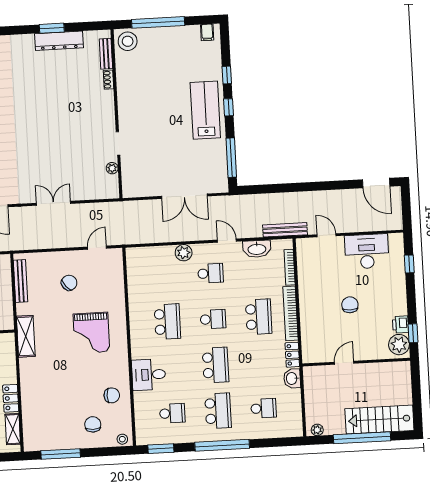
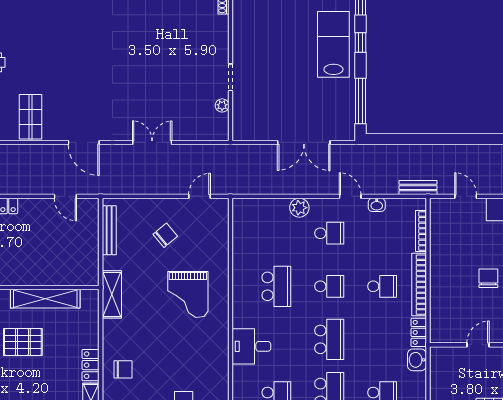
bench: (285, 230) -> (418, 188), width x0.73
washbasin: (257, 249) -> (377, 205), width x0.52, depth x0.69
school desk: (259, 317) -> (382, 286), width x0.54
chair: (112, 395) -> (123, 369), moved

